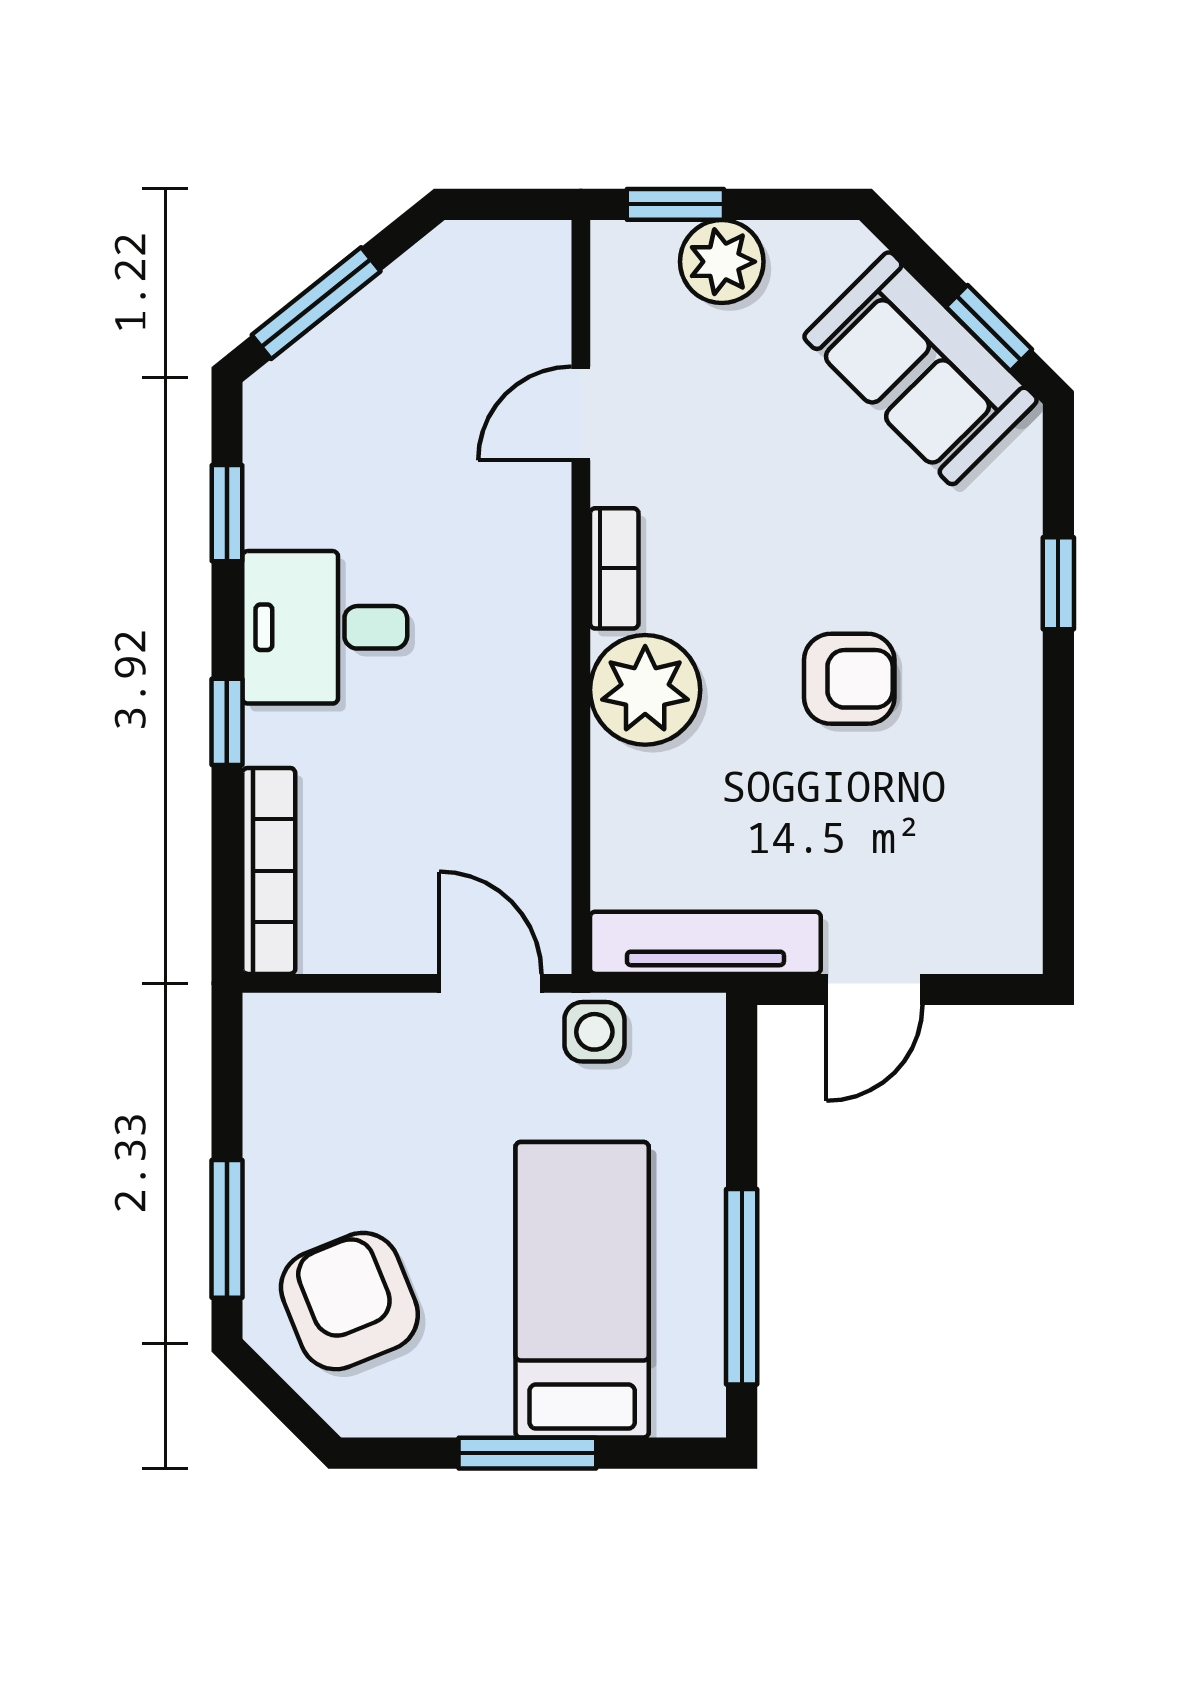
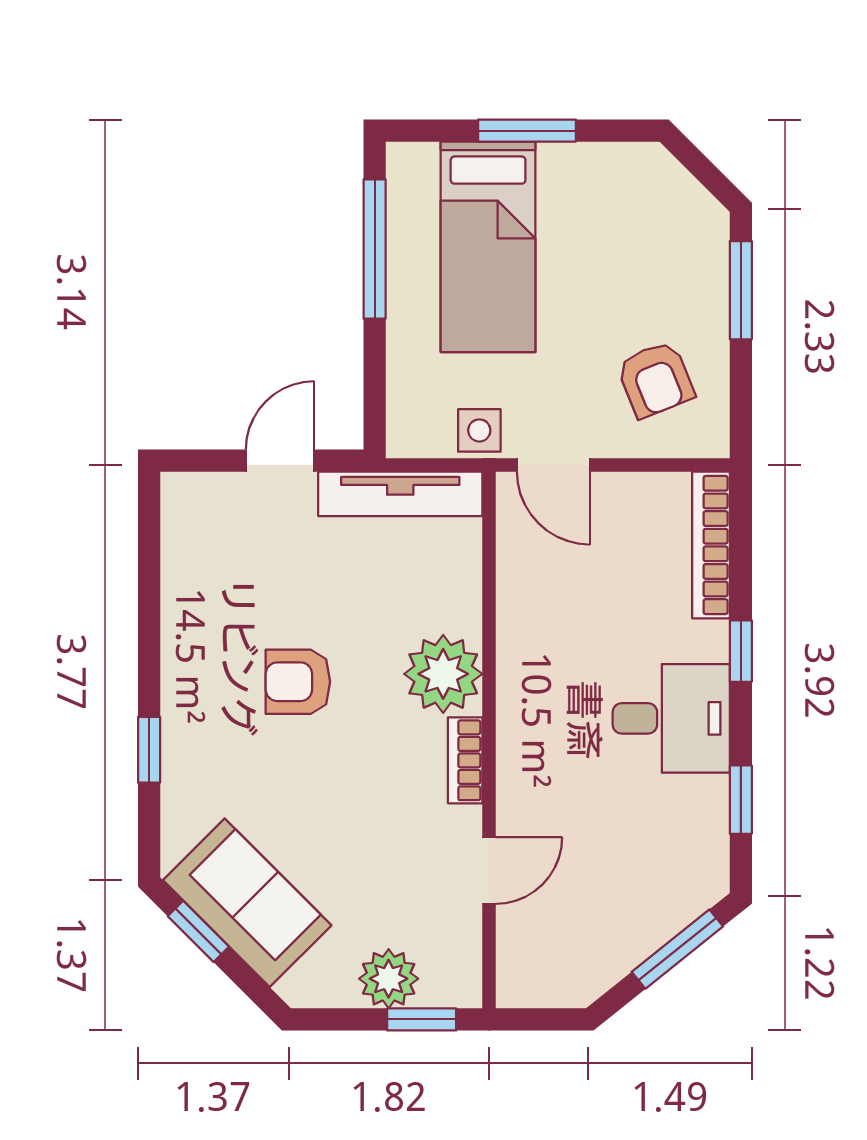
armchair: (349, 1301) -> (655, 379), moved, width x0.72, depth x0.72

